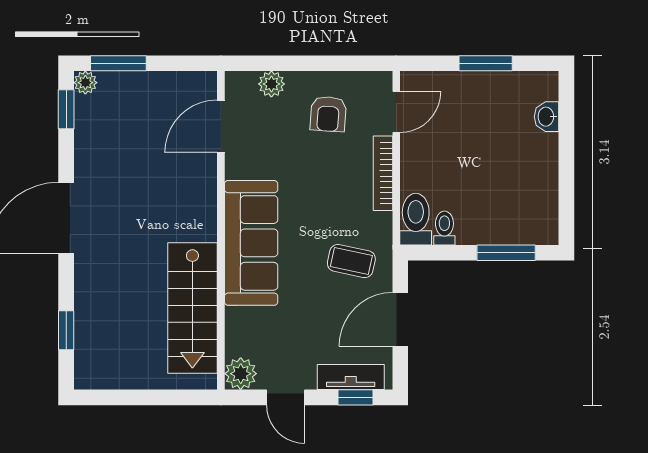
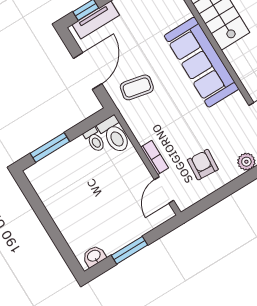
washbasin: (547, 117) -> (94, 256), moved, turned -90
bookcase: (383, 173) -> (155, 158), width x0.64

